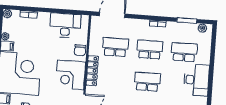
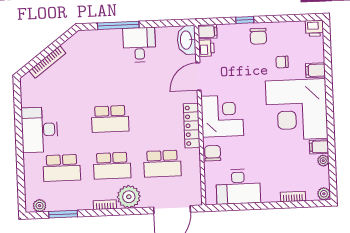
plant: (141, 27) -> (129, 197), added

